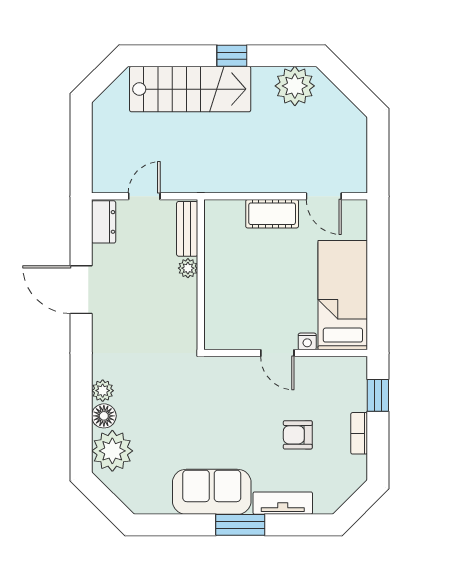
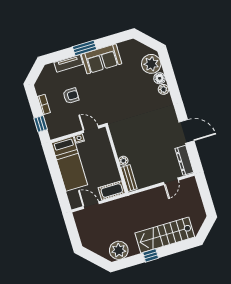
dresser: (104, 222) -> (184, 160), width x1.44
bench: (187, 229) -> (129, 178), moved
plant: (188, 268) -> (123, 161), moved
wall: (201, 275) -> (117, 160), moved

